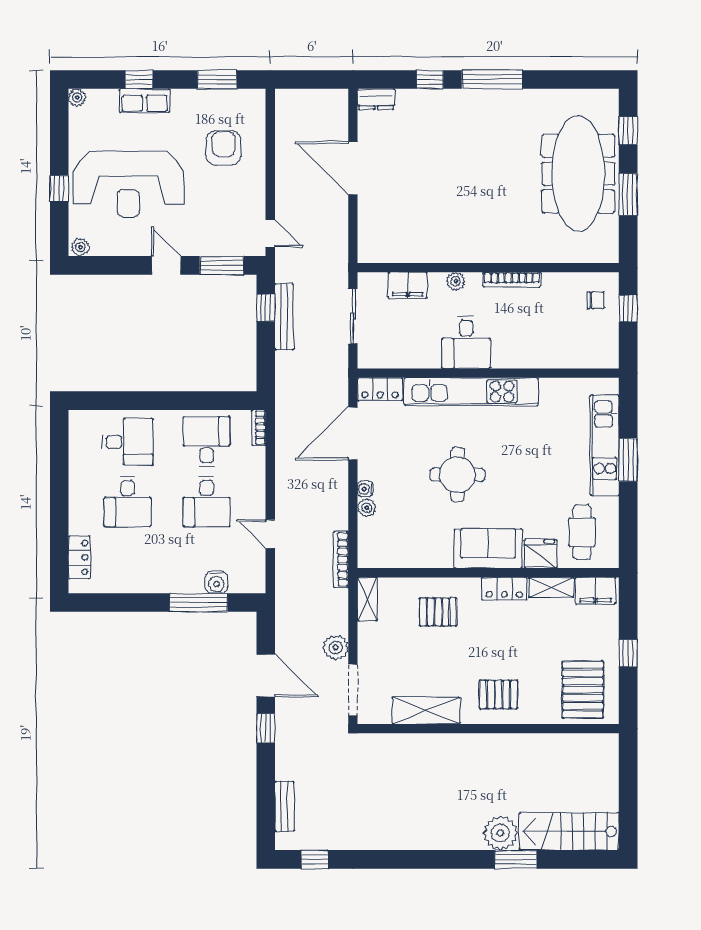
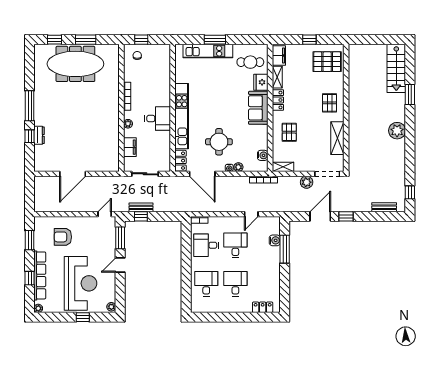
dresser: (376, 99) -> (39, 135), moved
row of seats: (145, 101) -> (40, 275), width x2.02
bench: (284, 317) -> (141, 207), width x0.73
round table: (457, 475) -> (219, 142), moved
desk: (128, 502) -> (235, 284), turned -90
desk: (207, 502) -> (235, 245), turned -90
water cooler: (391, 558) -> (263, 155), added
plant: (500, 833) -> (397, 131), moved

